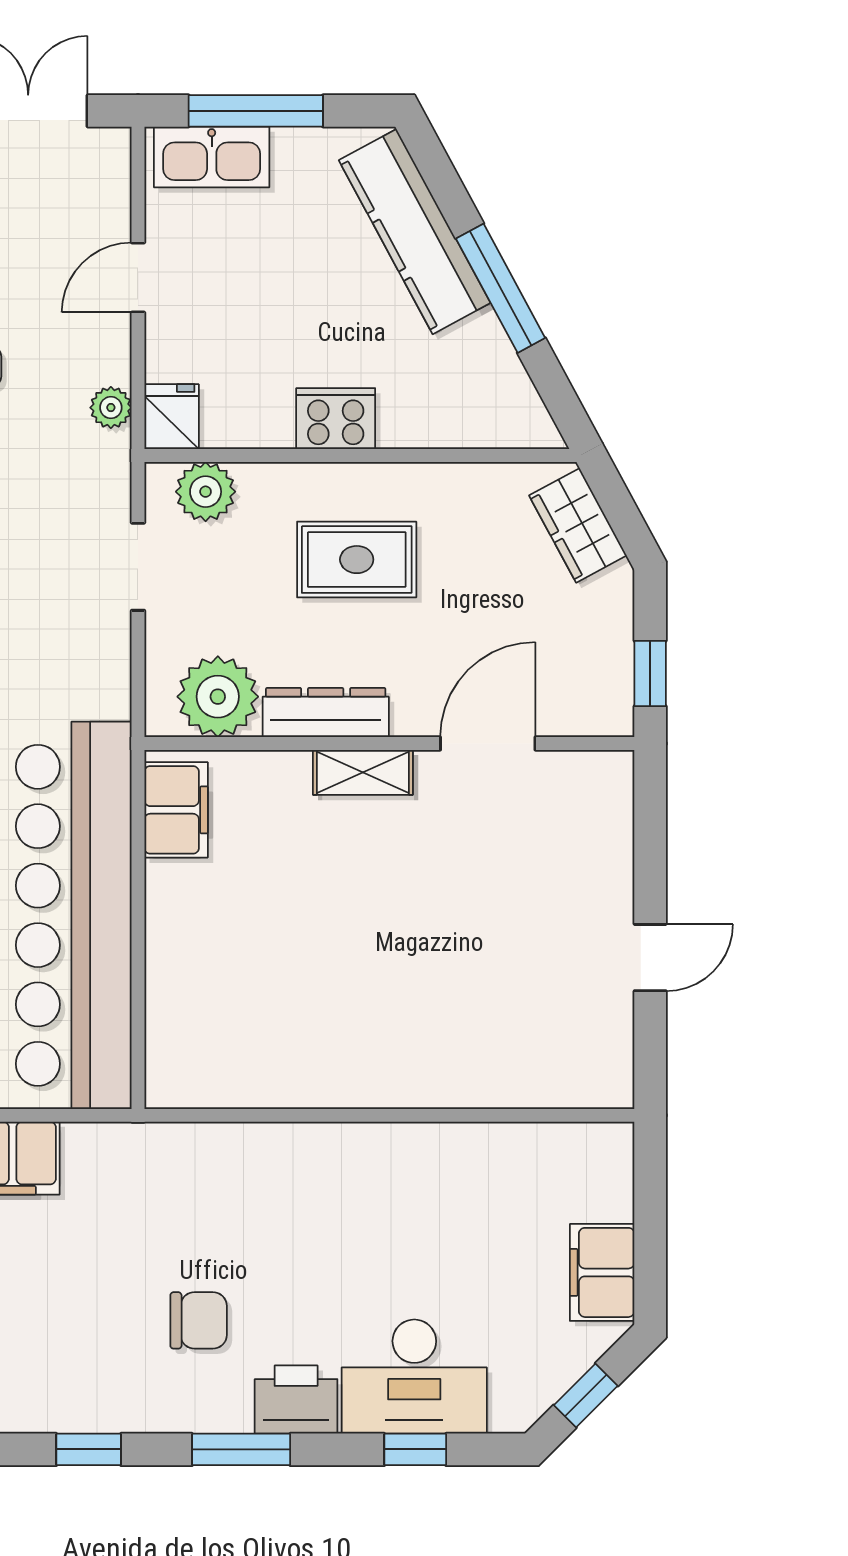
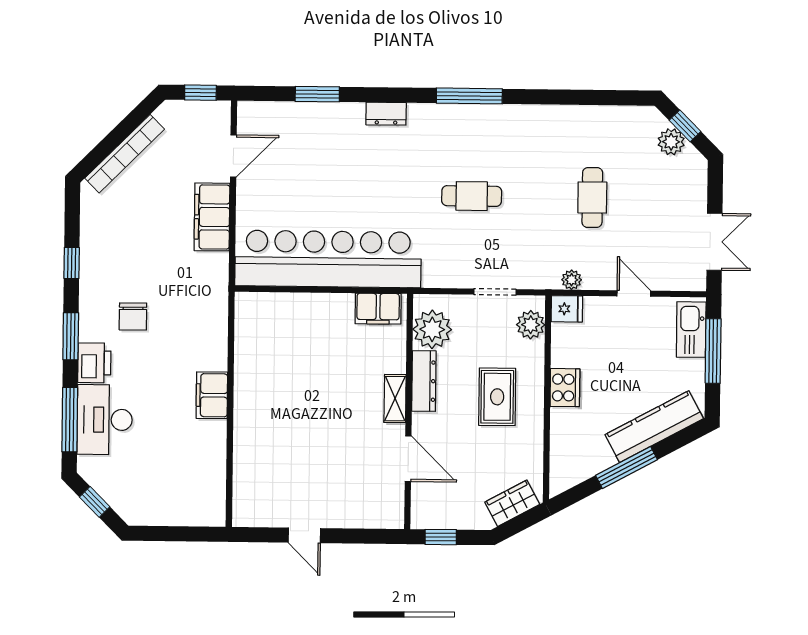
filing cabinet: (602, 1272) -> (212, 395), moved, turned -90
window: (415, 1449) -> (70, 420), width x2.17

